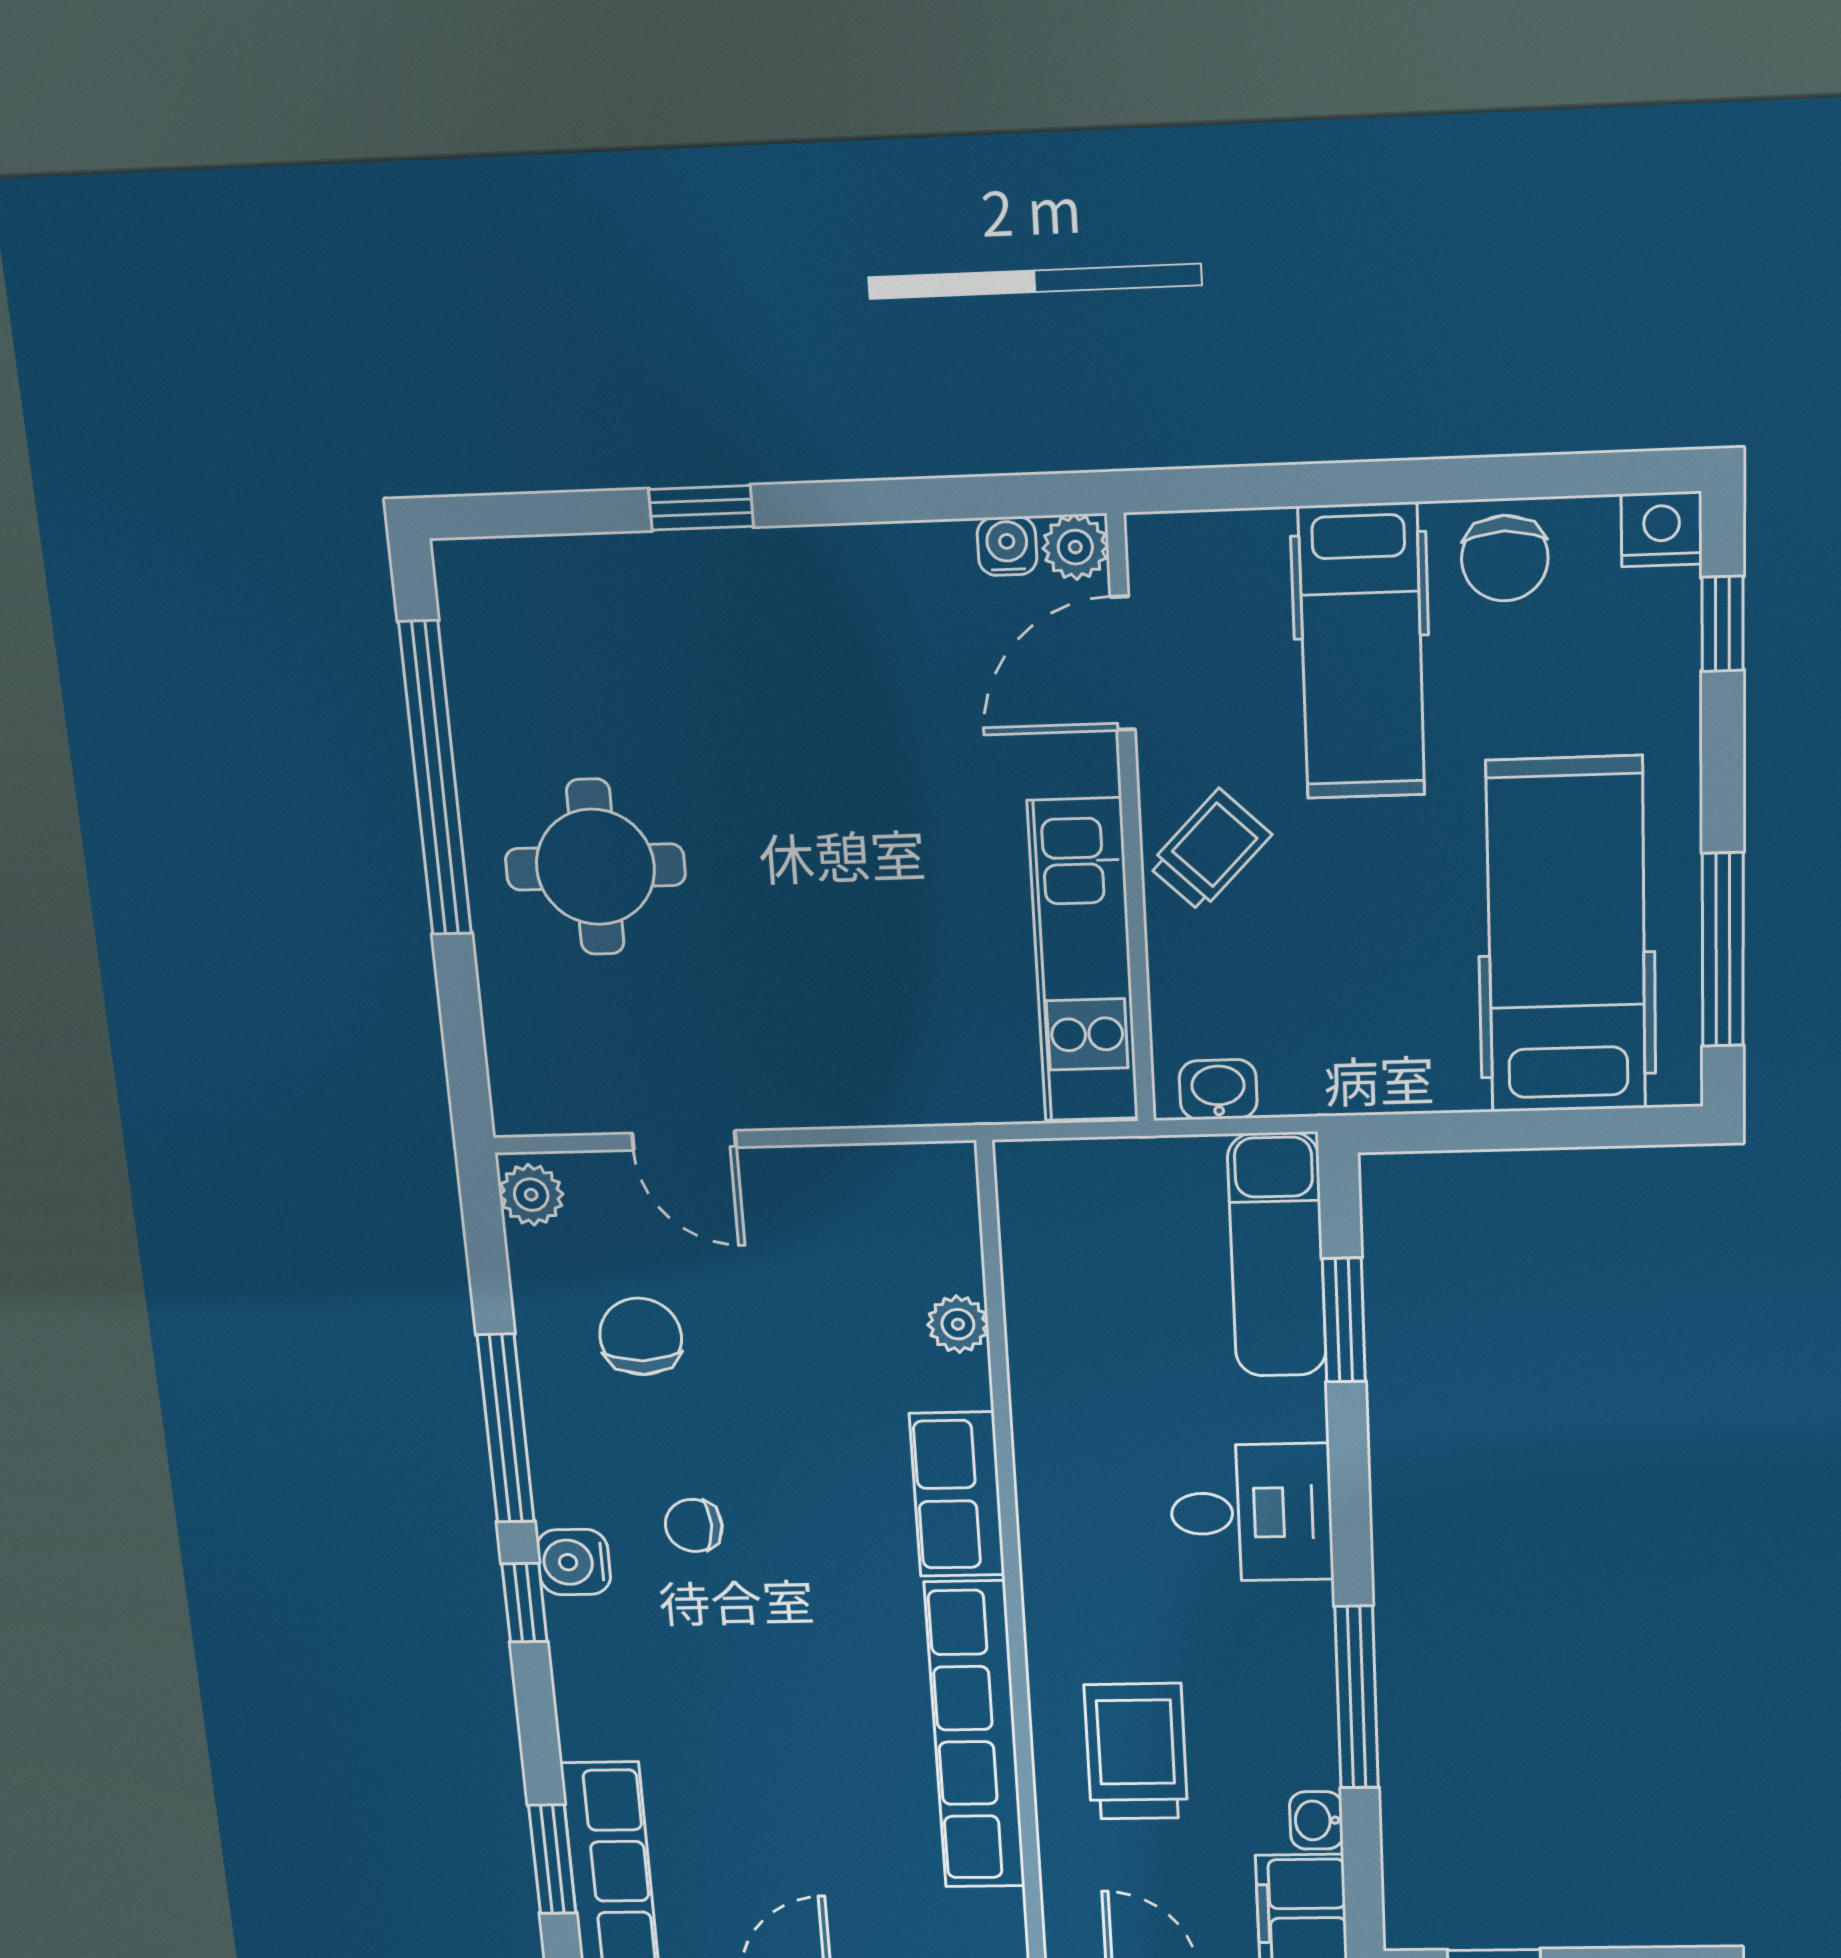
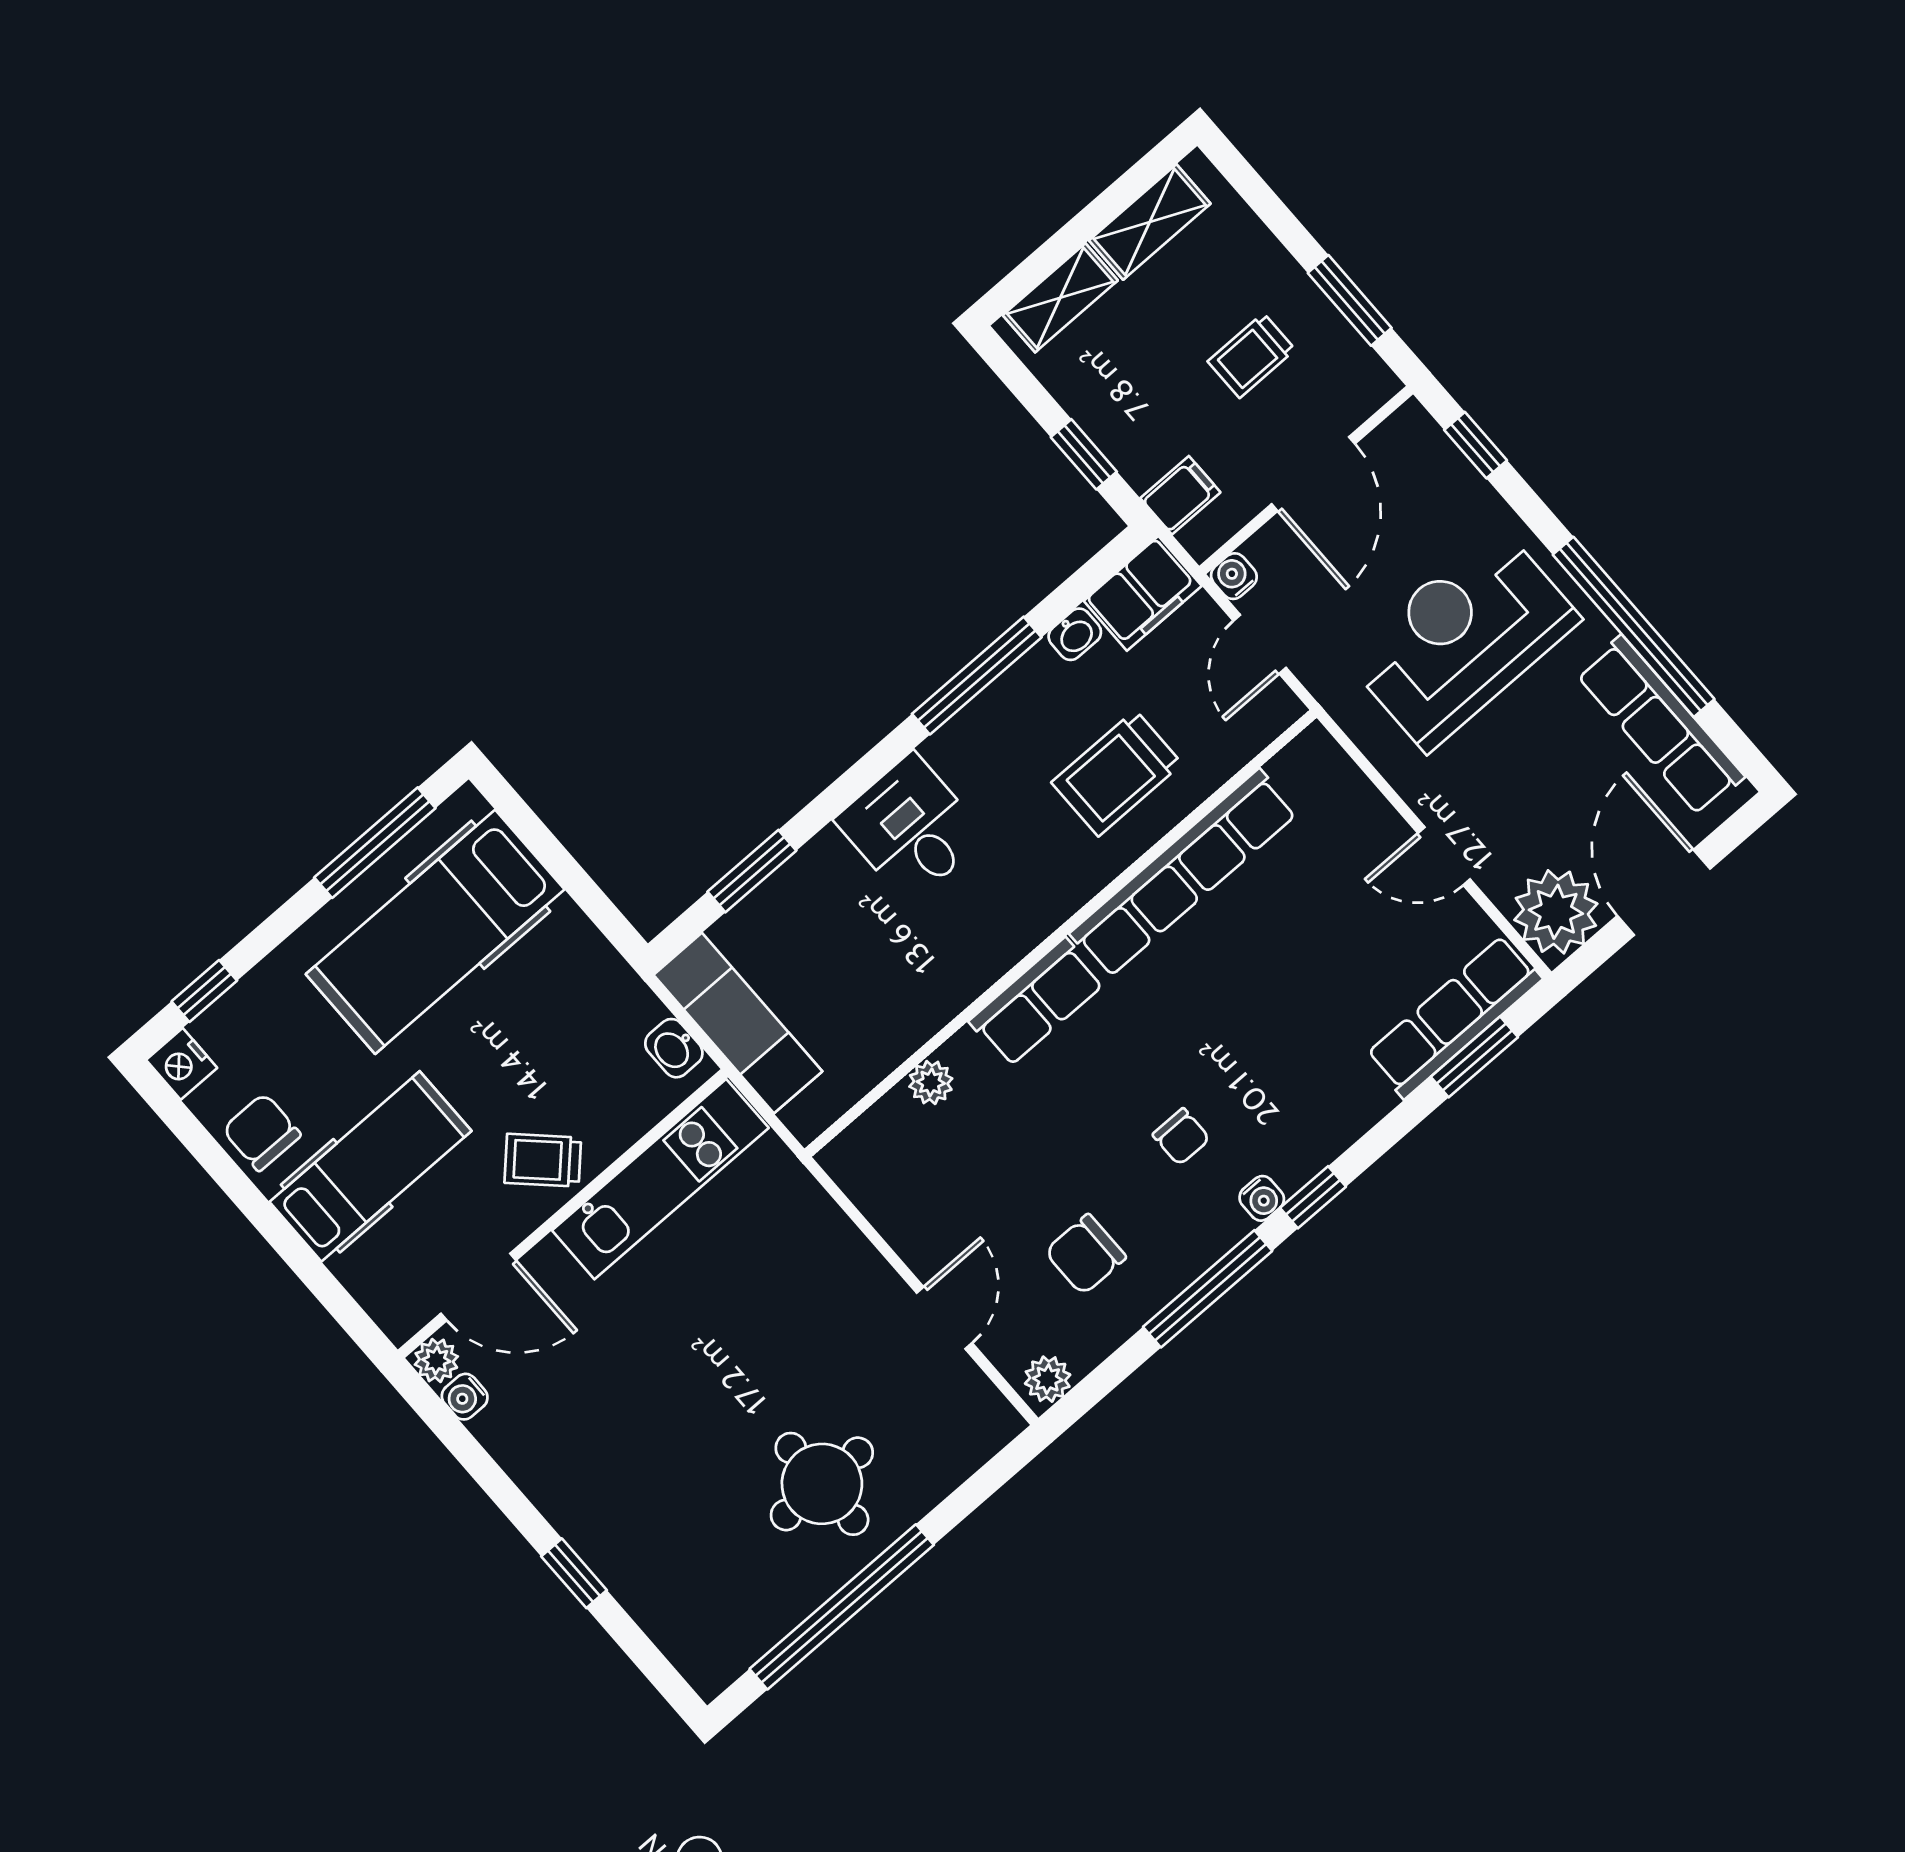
chair: (1505, 558) -> (262, 1132), turned -90
exam couch: (1277, 1255) -> (738, 1023), moved, turned -90
water cooler: (574, 1562) -> (1262, 1198), width x0.72, depth x0.72

